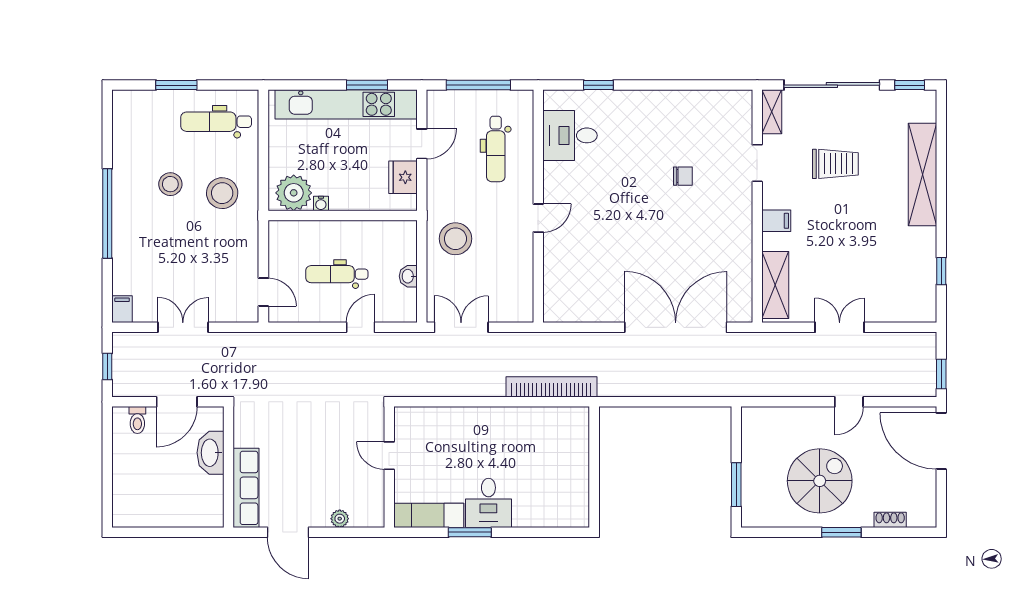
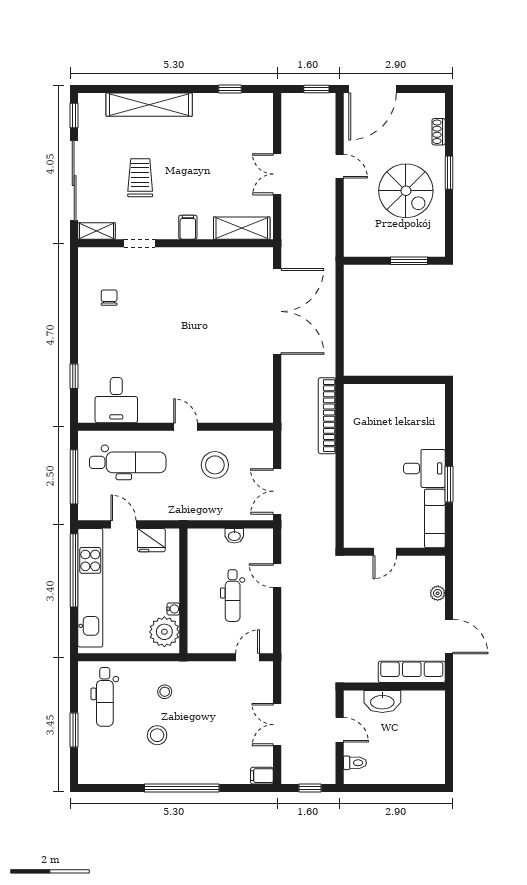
window: (367, 85) -> (74, 570), width x2.11
dental chair: (496, 149) -> (128, 462), width x1.36, depth x1.38
chair: (683, 176) -> (109, 298), moved
stool: (222, 193) -> (165, 692), width x0.53, depth x0.53
stool: (455, 239) -> (215, 465), moved
double door: (676, 327) -> (277, 311), swing flipped
door: (177, 402) -> (340, 730), width x0.73
spiral stairs: (820, 481) -> (406, 191), turned 180
door: (288, 532) -> (449, 637), hinge flipped

